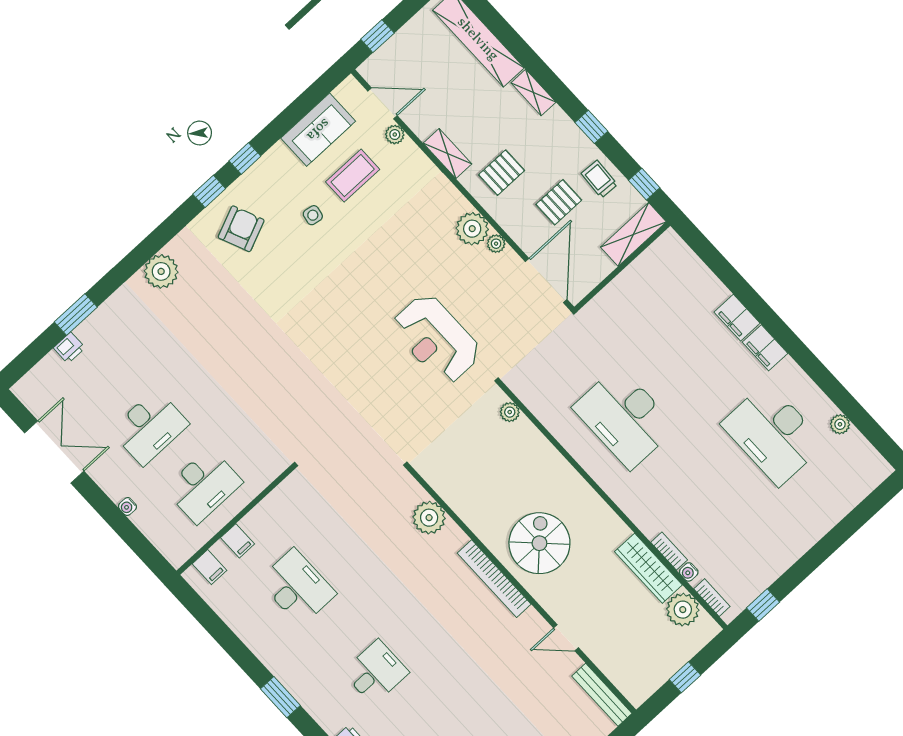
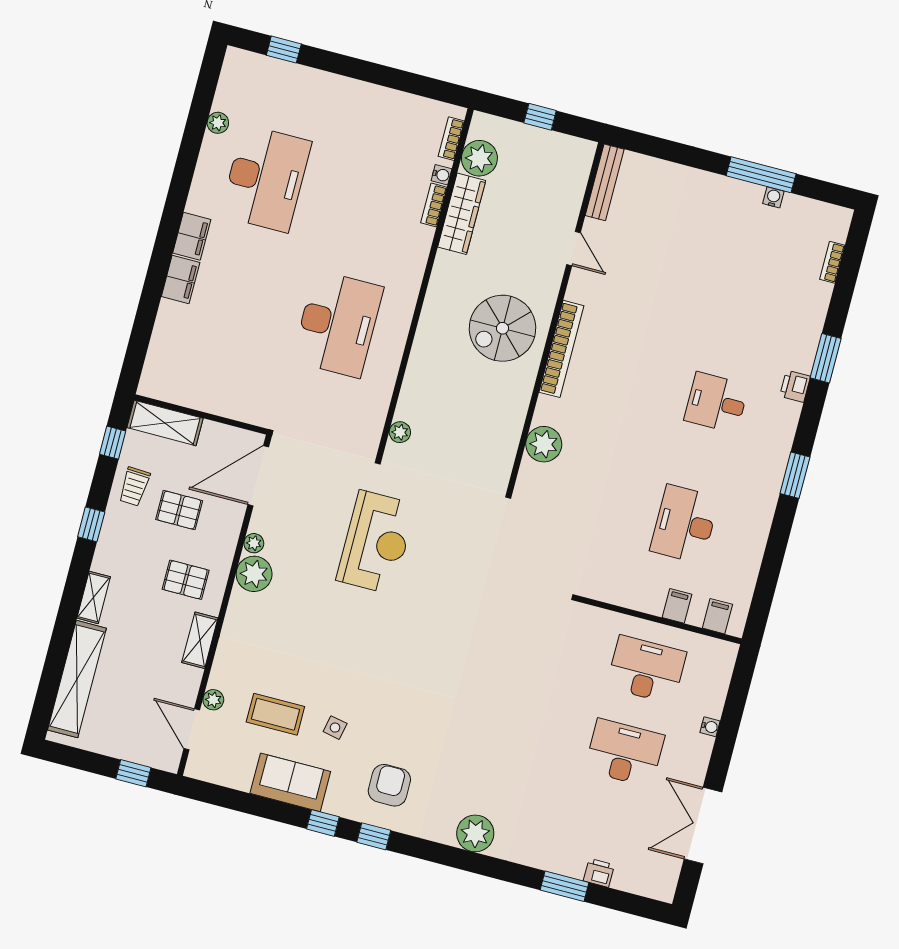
sofa: (318, 130) -> (290, 782), moved
armchair: (241, 229) -> (389, 785), turned 113
window: (763, 605) -> (284, 50), moved

